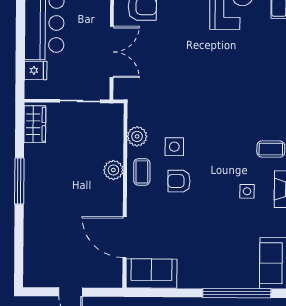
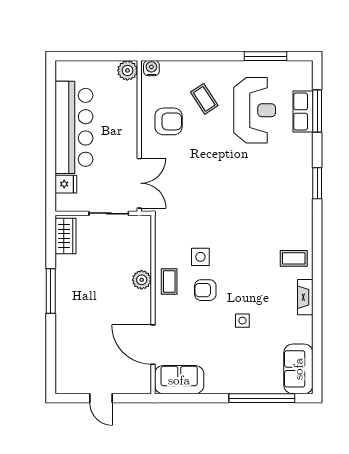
double door: (112, 52) -> (139, 183), moved
plant: (137, 136) -> (164, 247), removed
side table: (247, 191) -> (242, 321), moved

